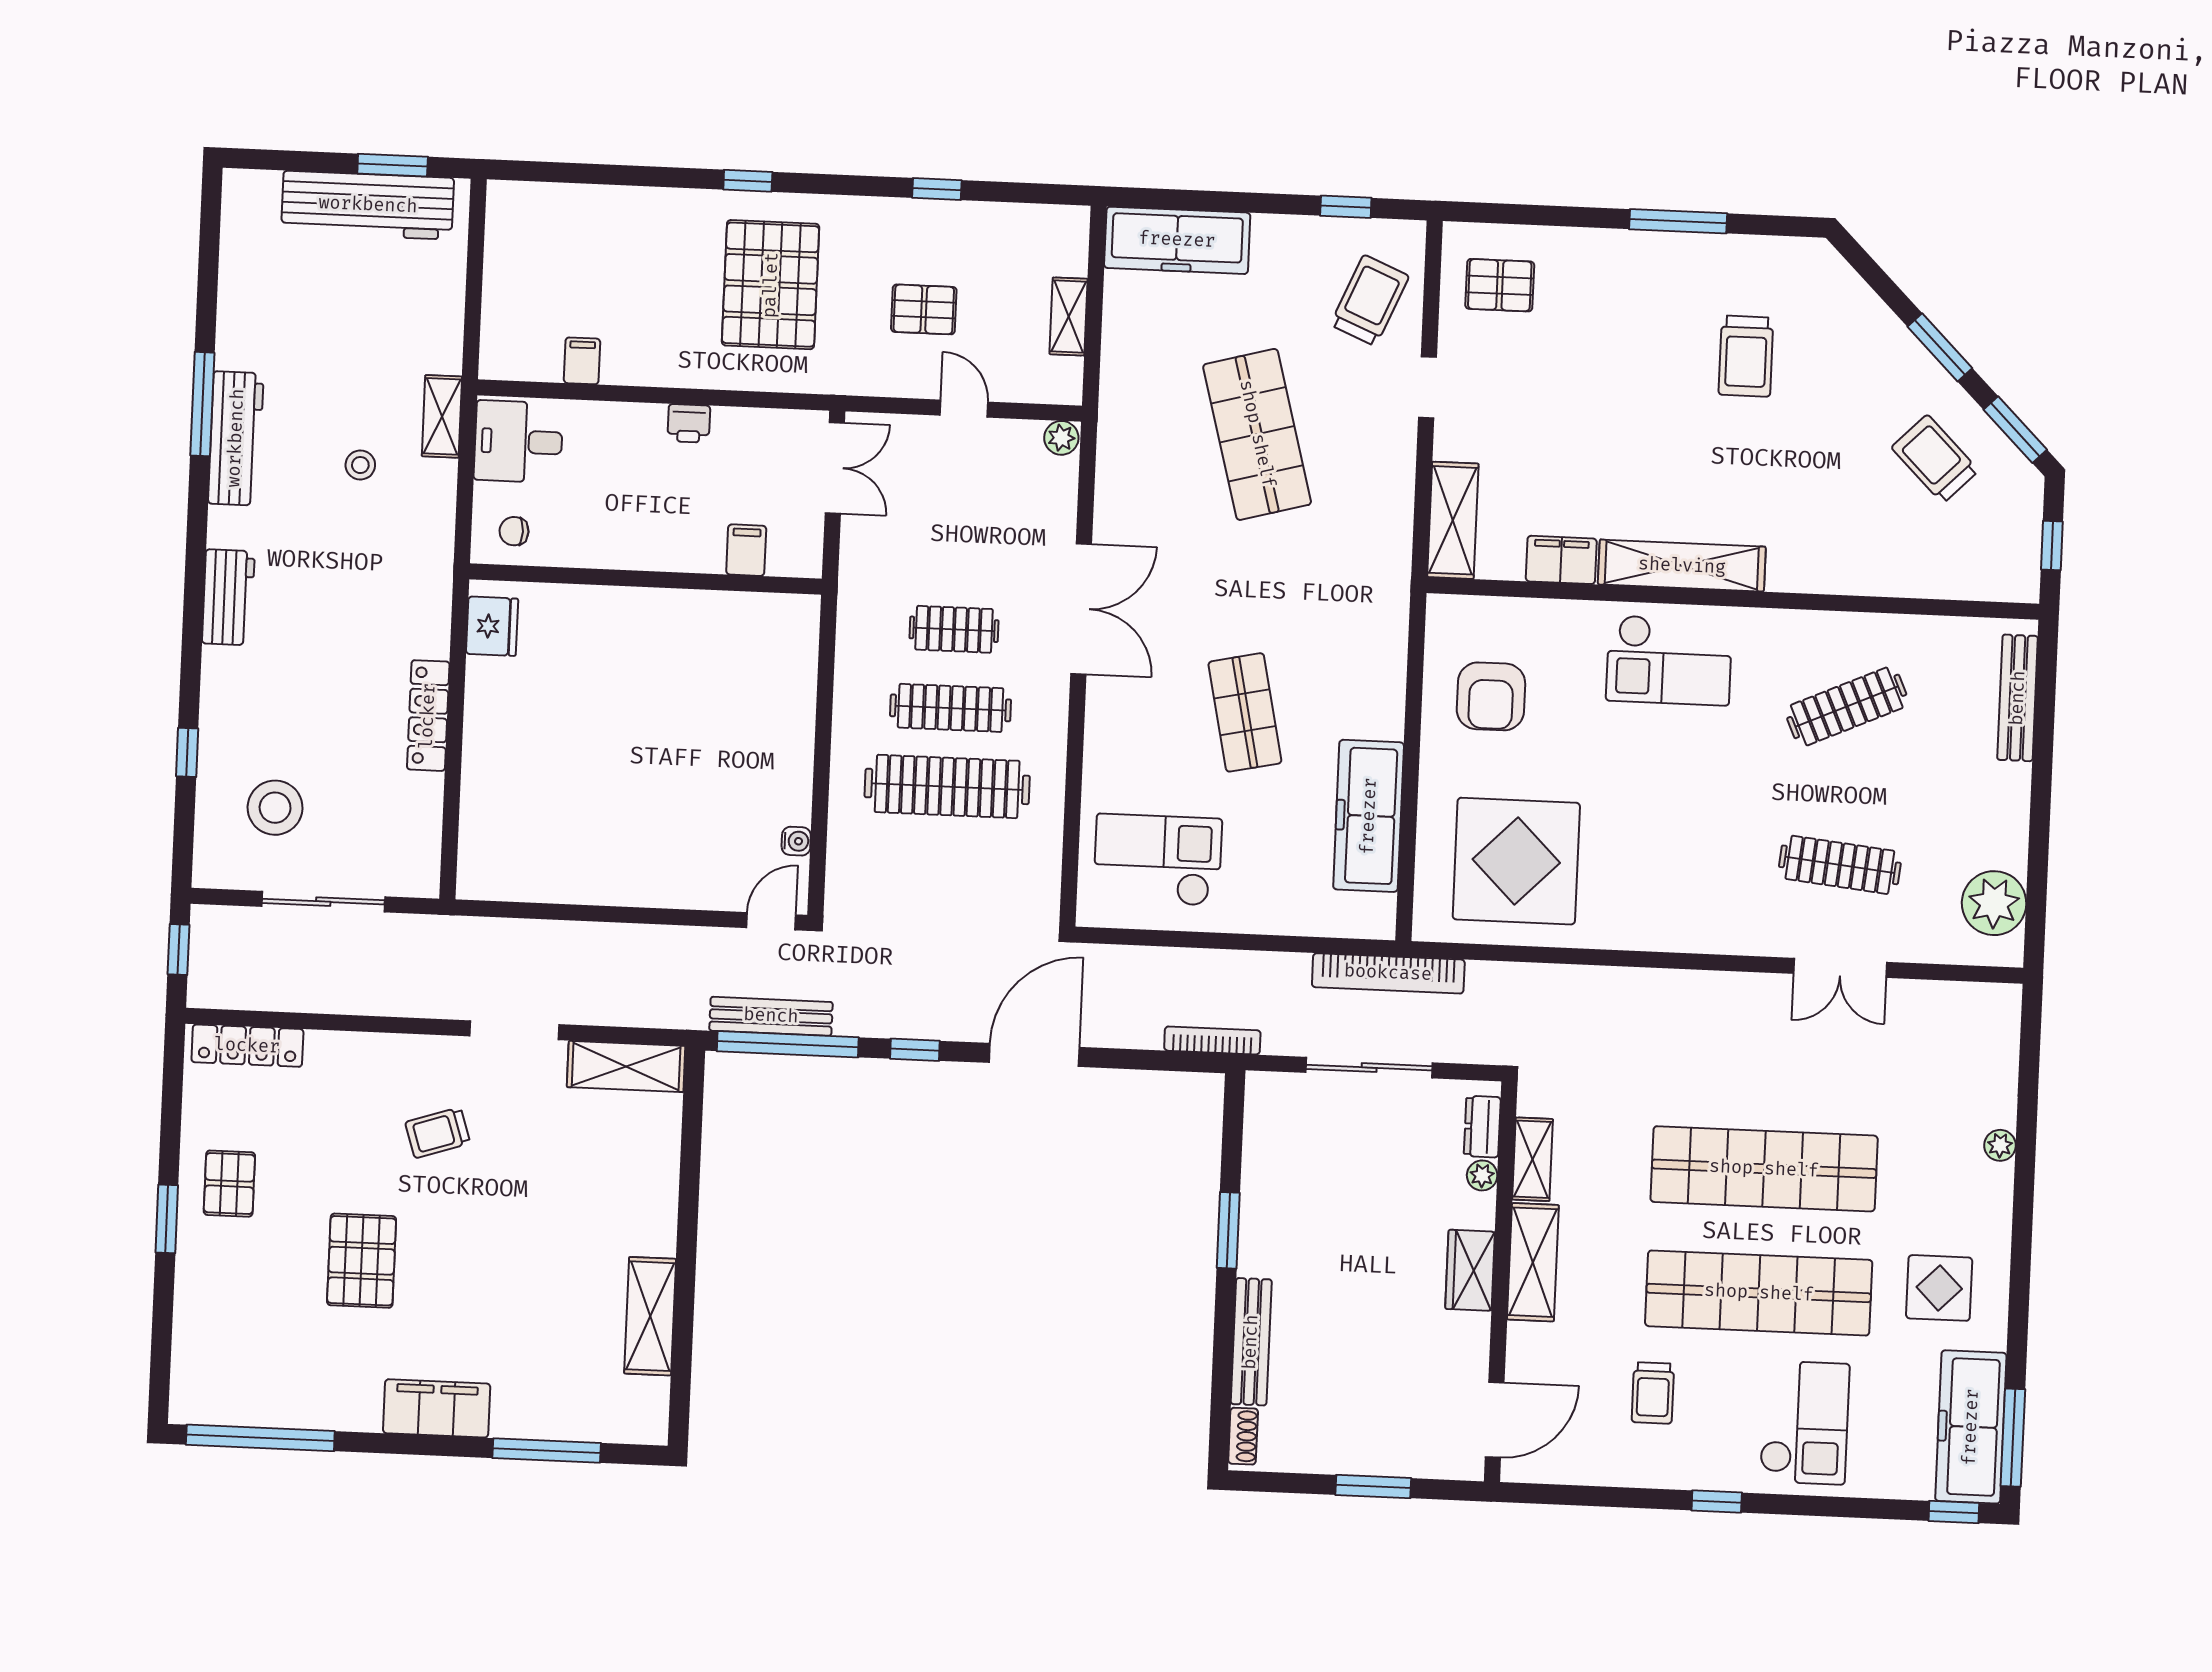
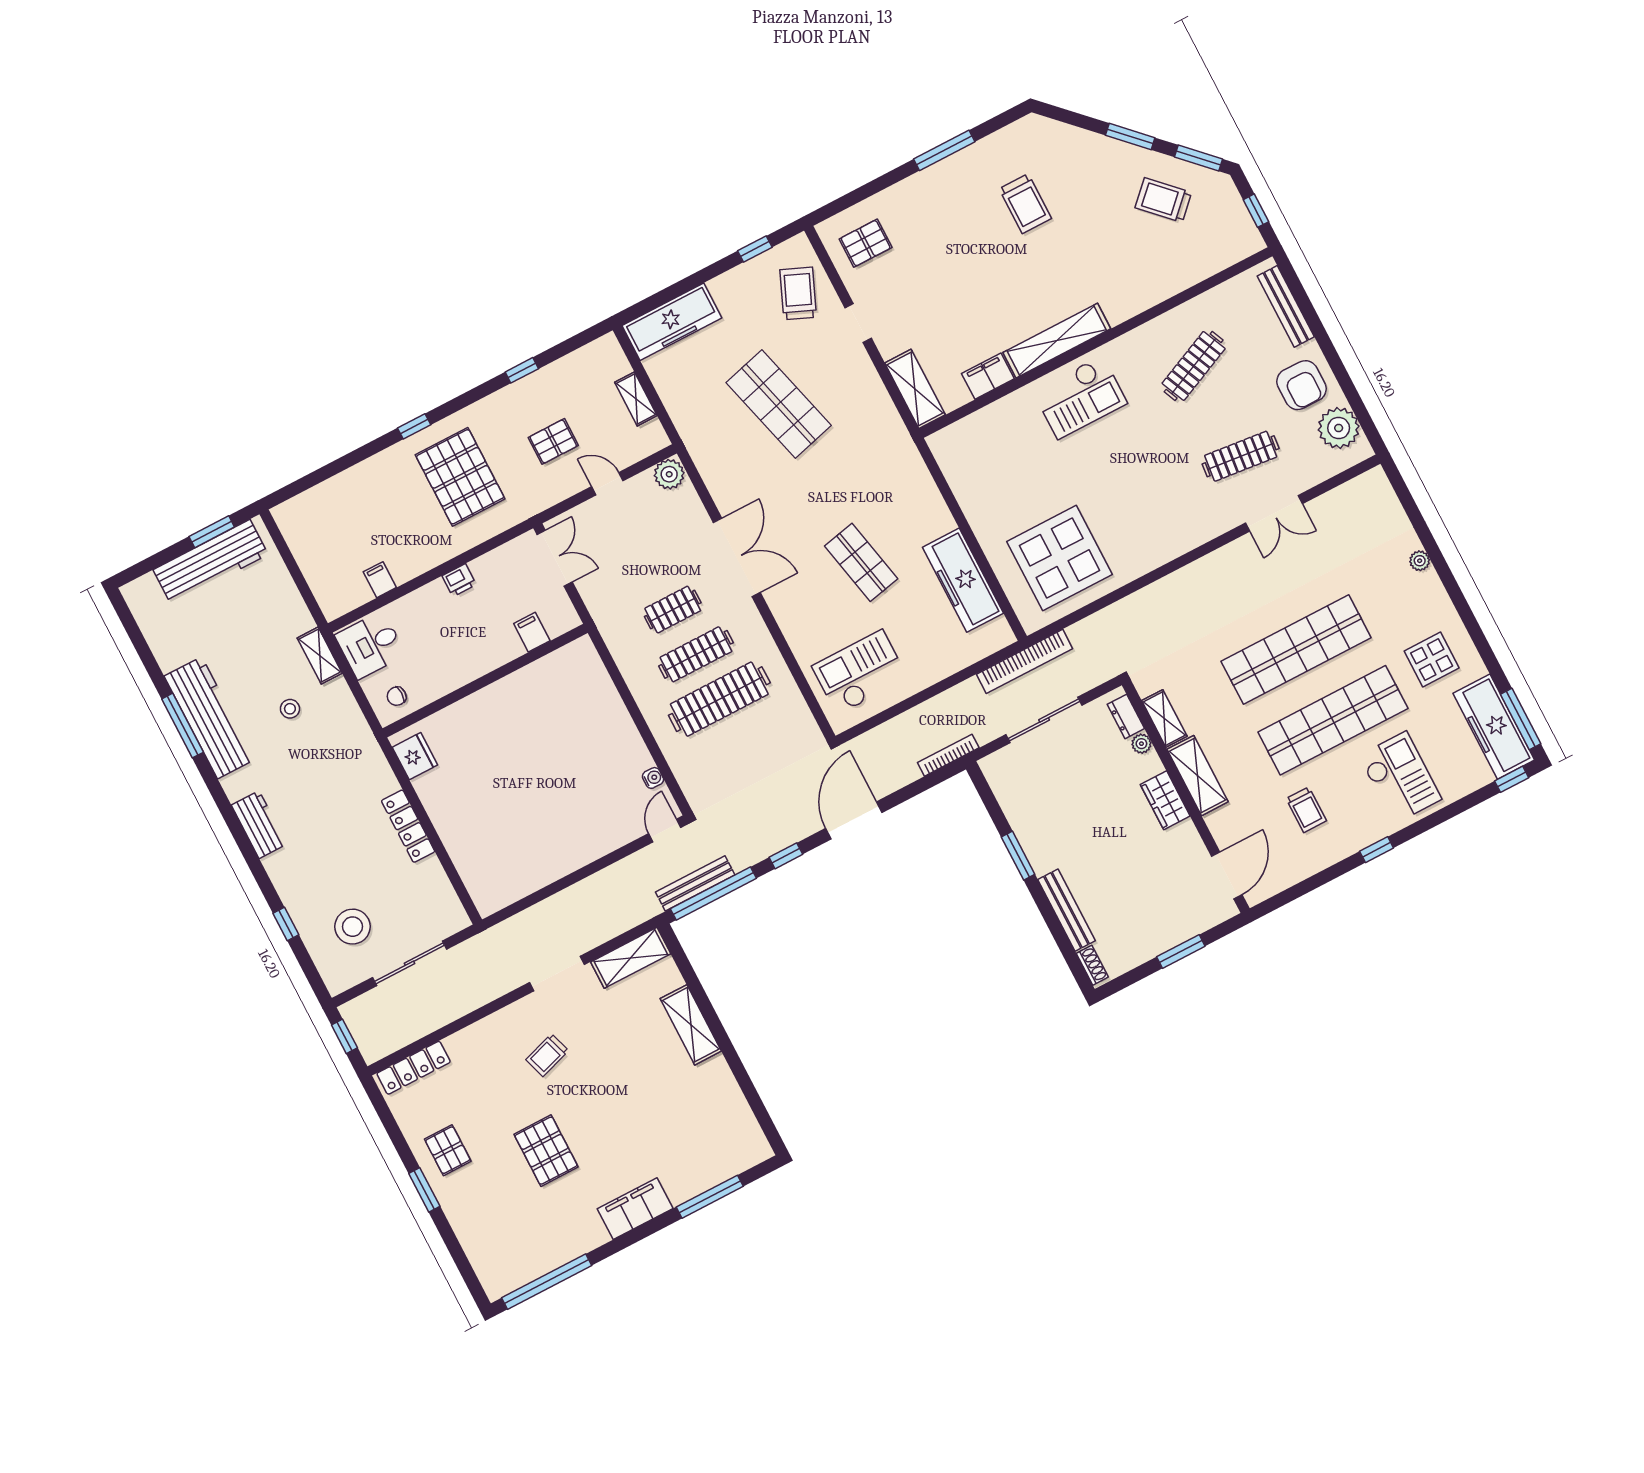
workbench: (236, 438) -> (210, 718), width x1.36, depth x1.32
plant: (1061, 438) -> (669, 474), width x1.38, depth x1.38
armchair: (1491, 696) -> (1302, 385), moved
shelving: (650, 1316) -> (691, 1025), moved

